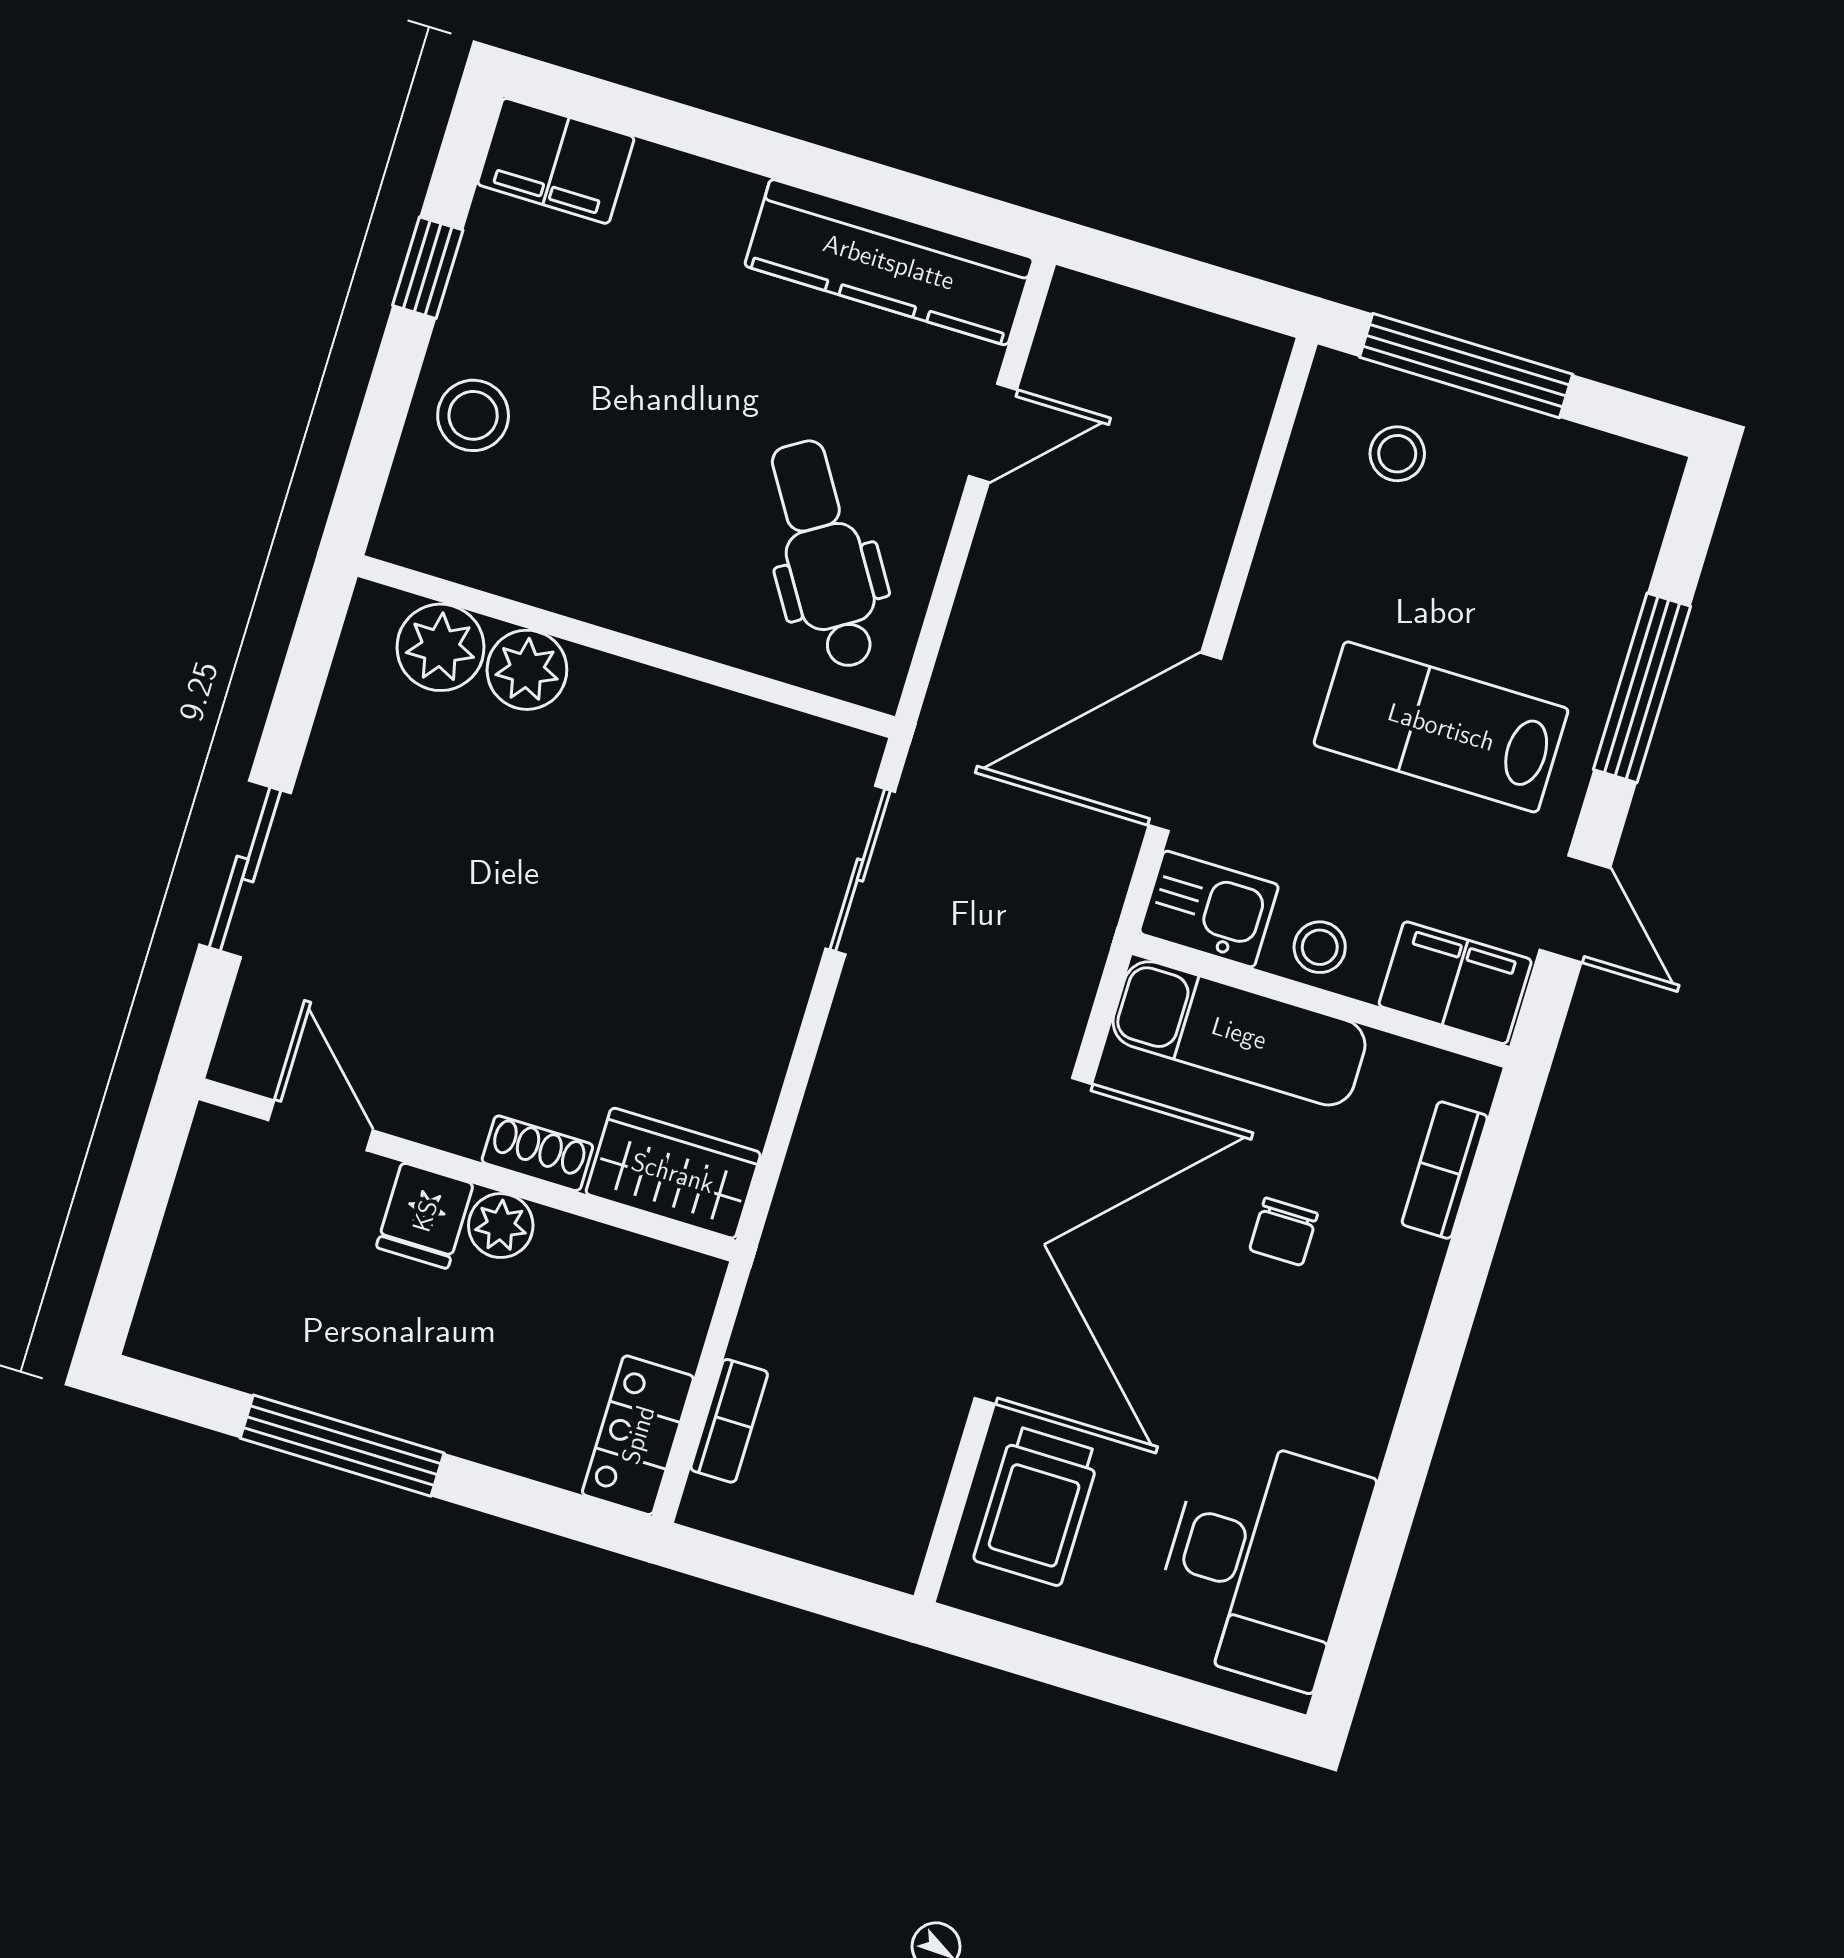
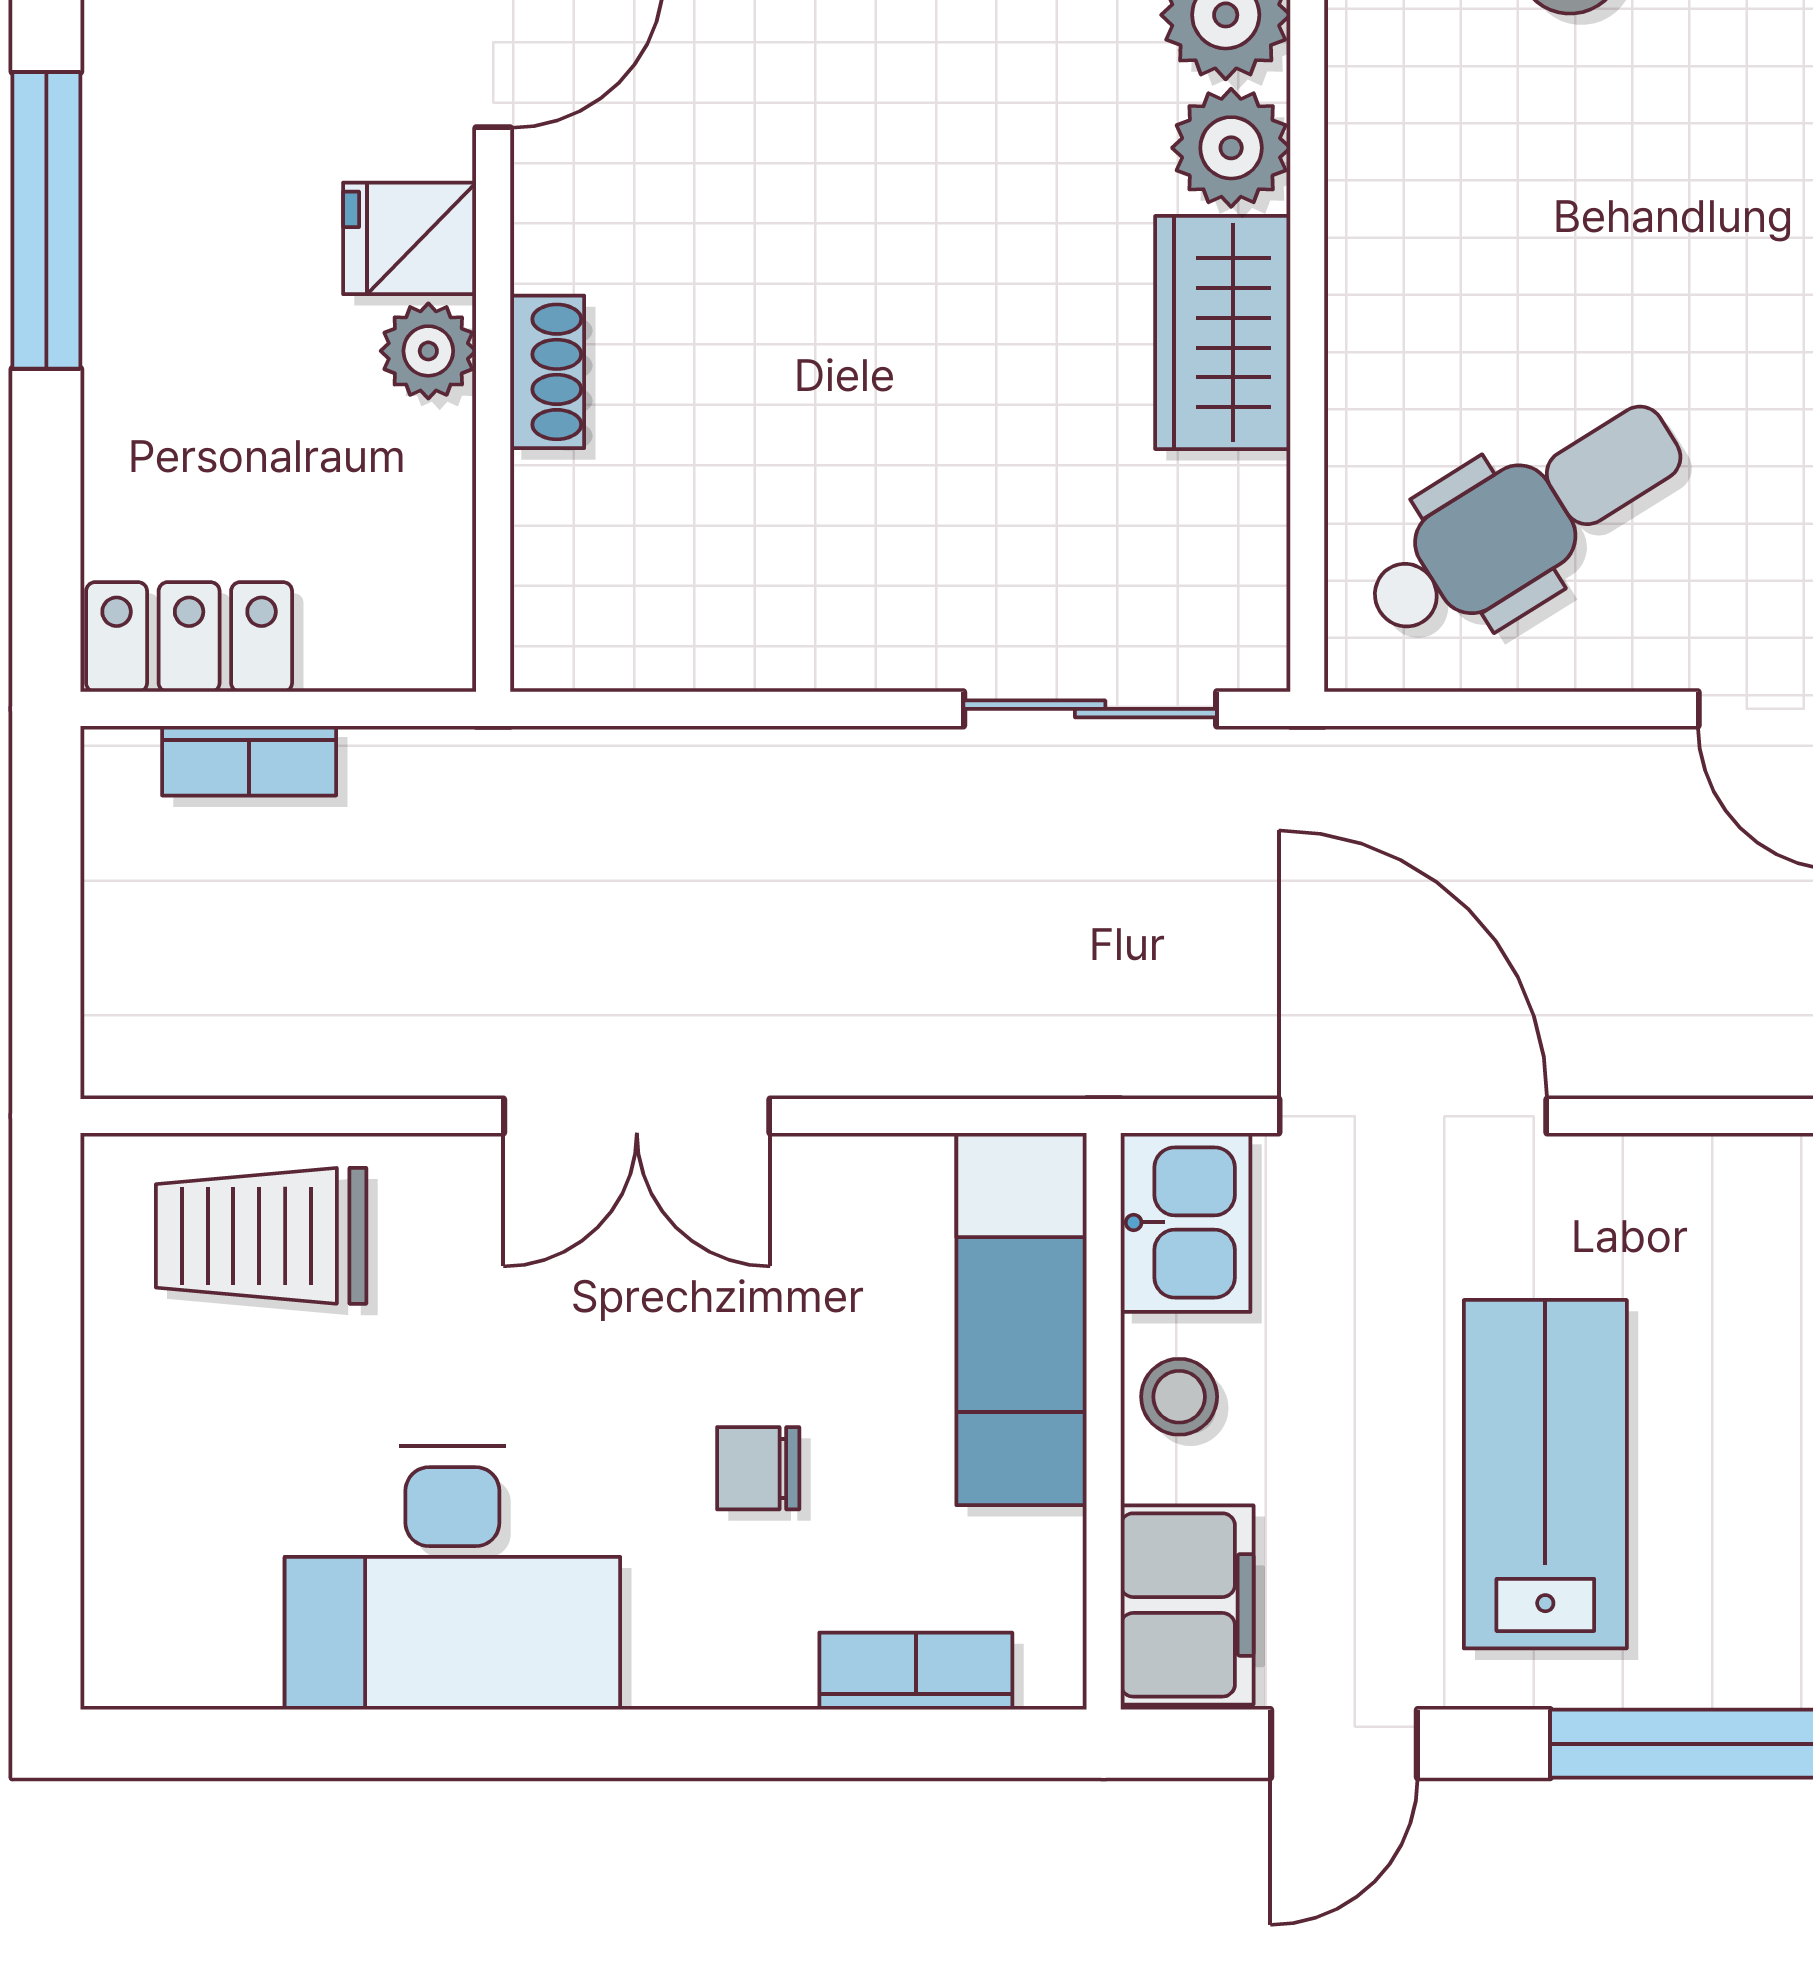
wardrobe: (673, 1173) -> (1223, 333), moved, turned 180
double door: (1033, 1241) -> (637, 1116), width x0.54
desk: (1260, 1561) -> (452, 1578), moved

